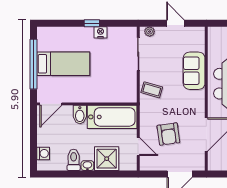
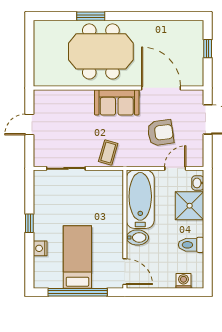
nightstand: (101, 32) -> (40, 248), moved
plant: (150, 32) -> (39, 155), removed
sofa: (194, 71) -> (117, 102), moved
washbasin: (87, 166) -> (198, 183), moved

